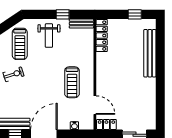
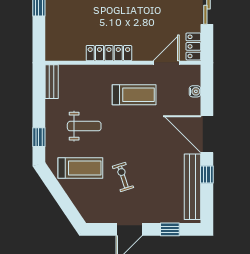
window: (63, 14) -> (39, 137), moved
weight bench: (49, 36) -> (84, 126), moved
locker: (102, 36) -> (109, 53), moved

